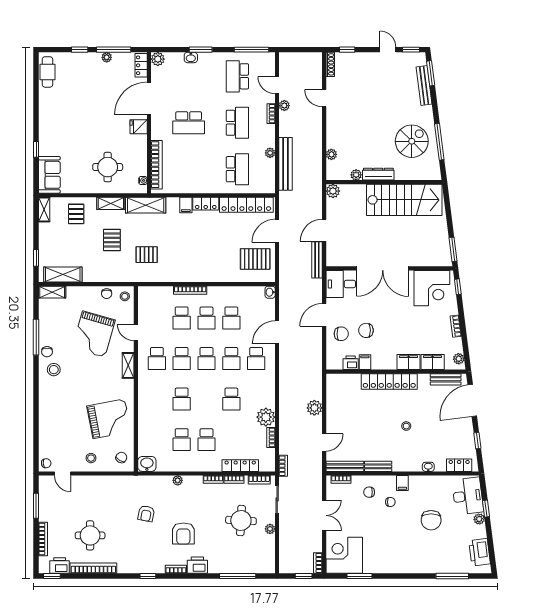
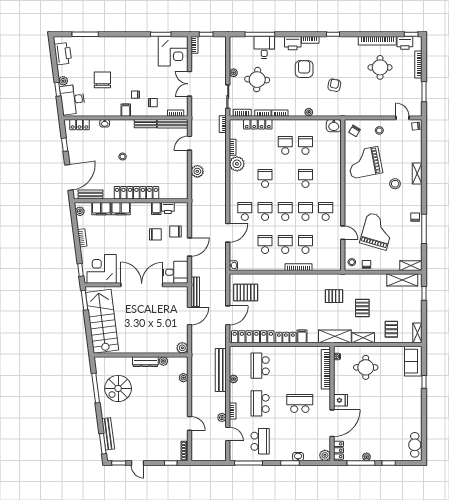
stairs: (404, 200) -> (102, 321), moved, turned 83
shelving: (128, 365) -> (417, 174), moved
stool: (54, 370) -> (395, 184), moved
desk: (232, 560) -> (264, 47), added

